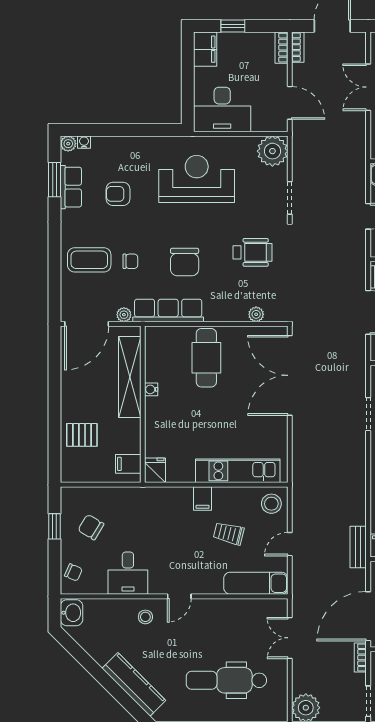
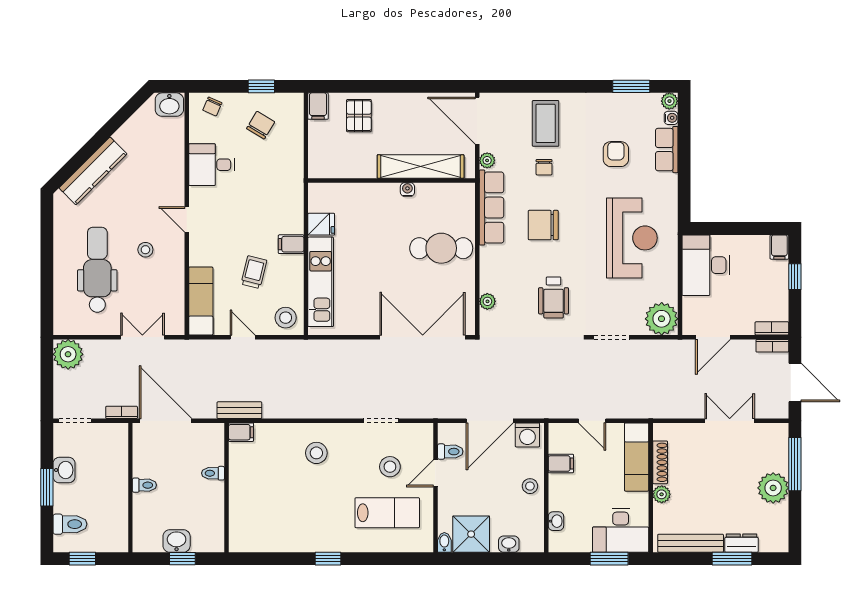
filing cabinet: (205, 49) -> (779, 247), width x0.50
row of seats: (71, 187) -> (667, 150), moved, turned 90
filing cabinet: (128, 464) -> (318, 106), moved, turned 180
fridge: (155, 470) -> (321, 224), moved
stool: (145, 617) -> (145, 250), moved

